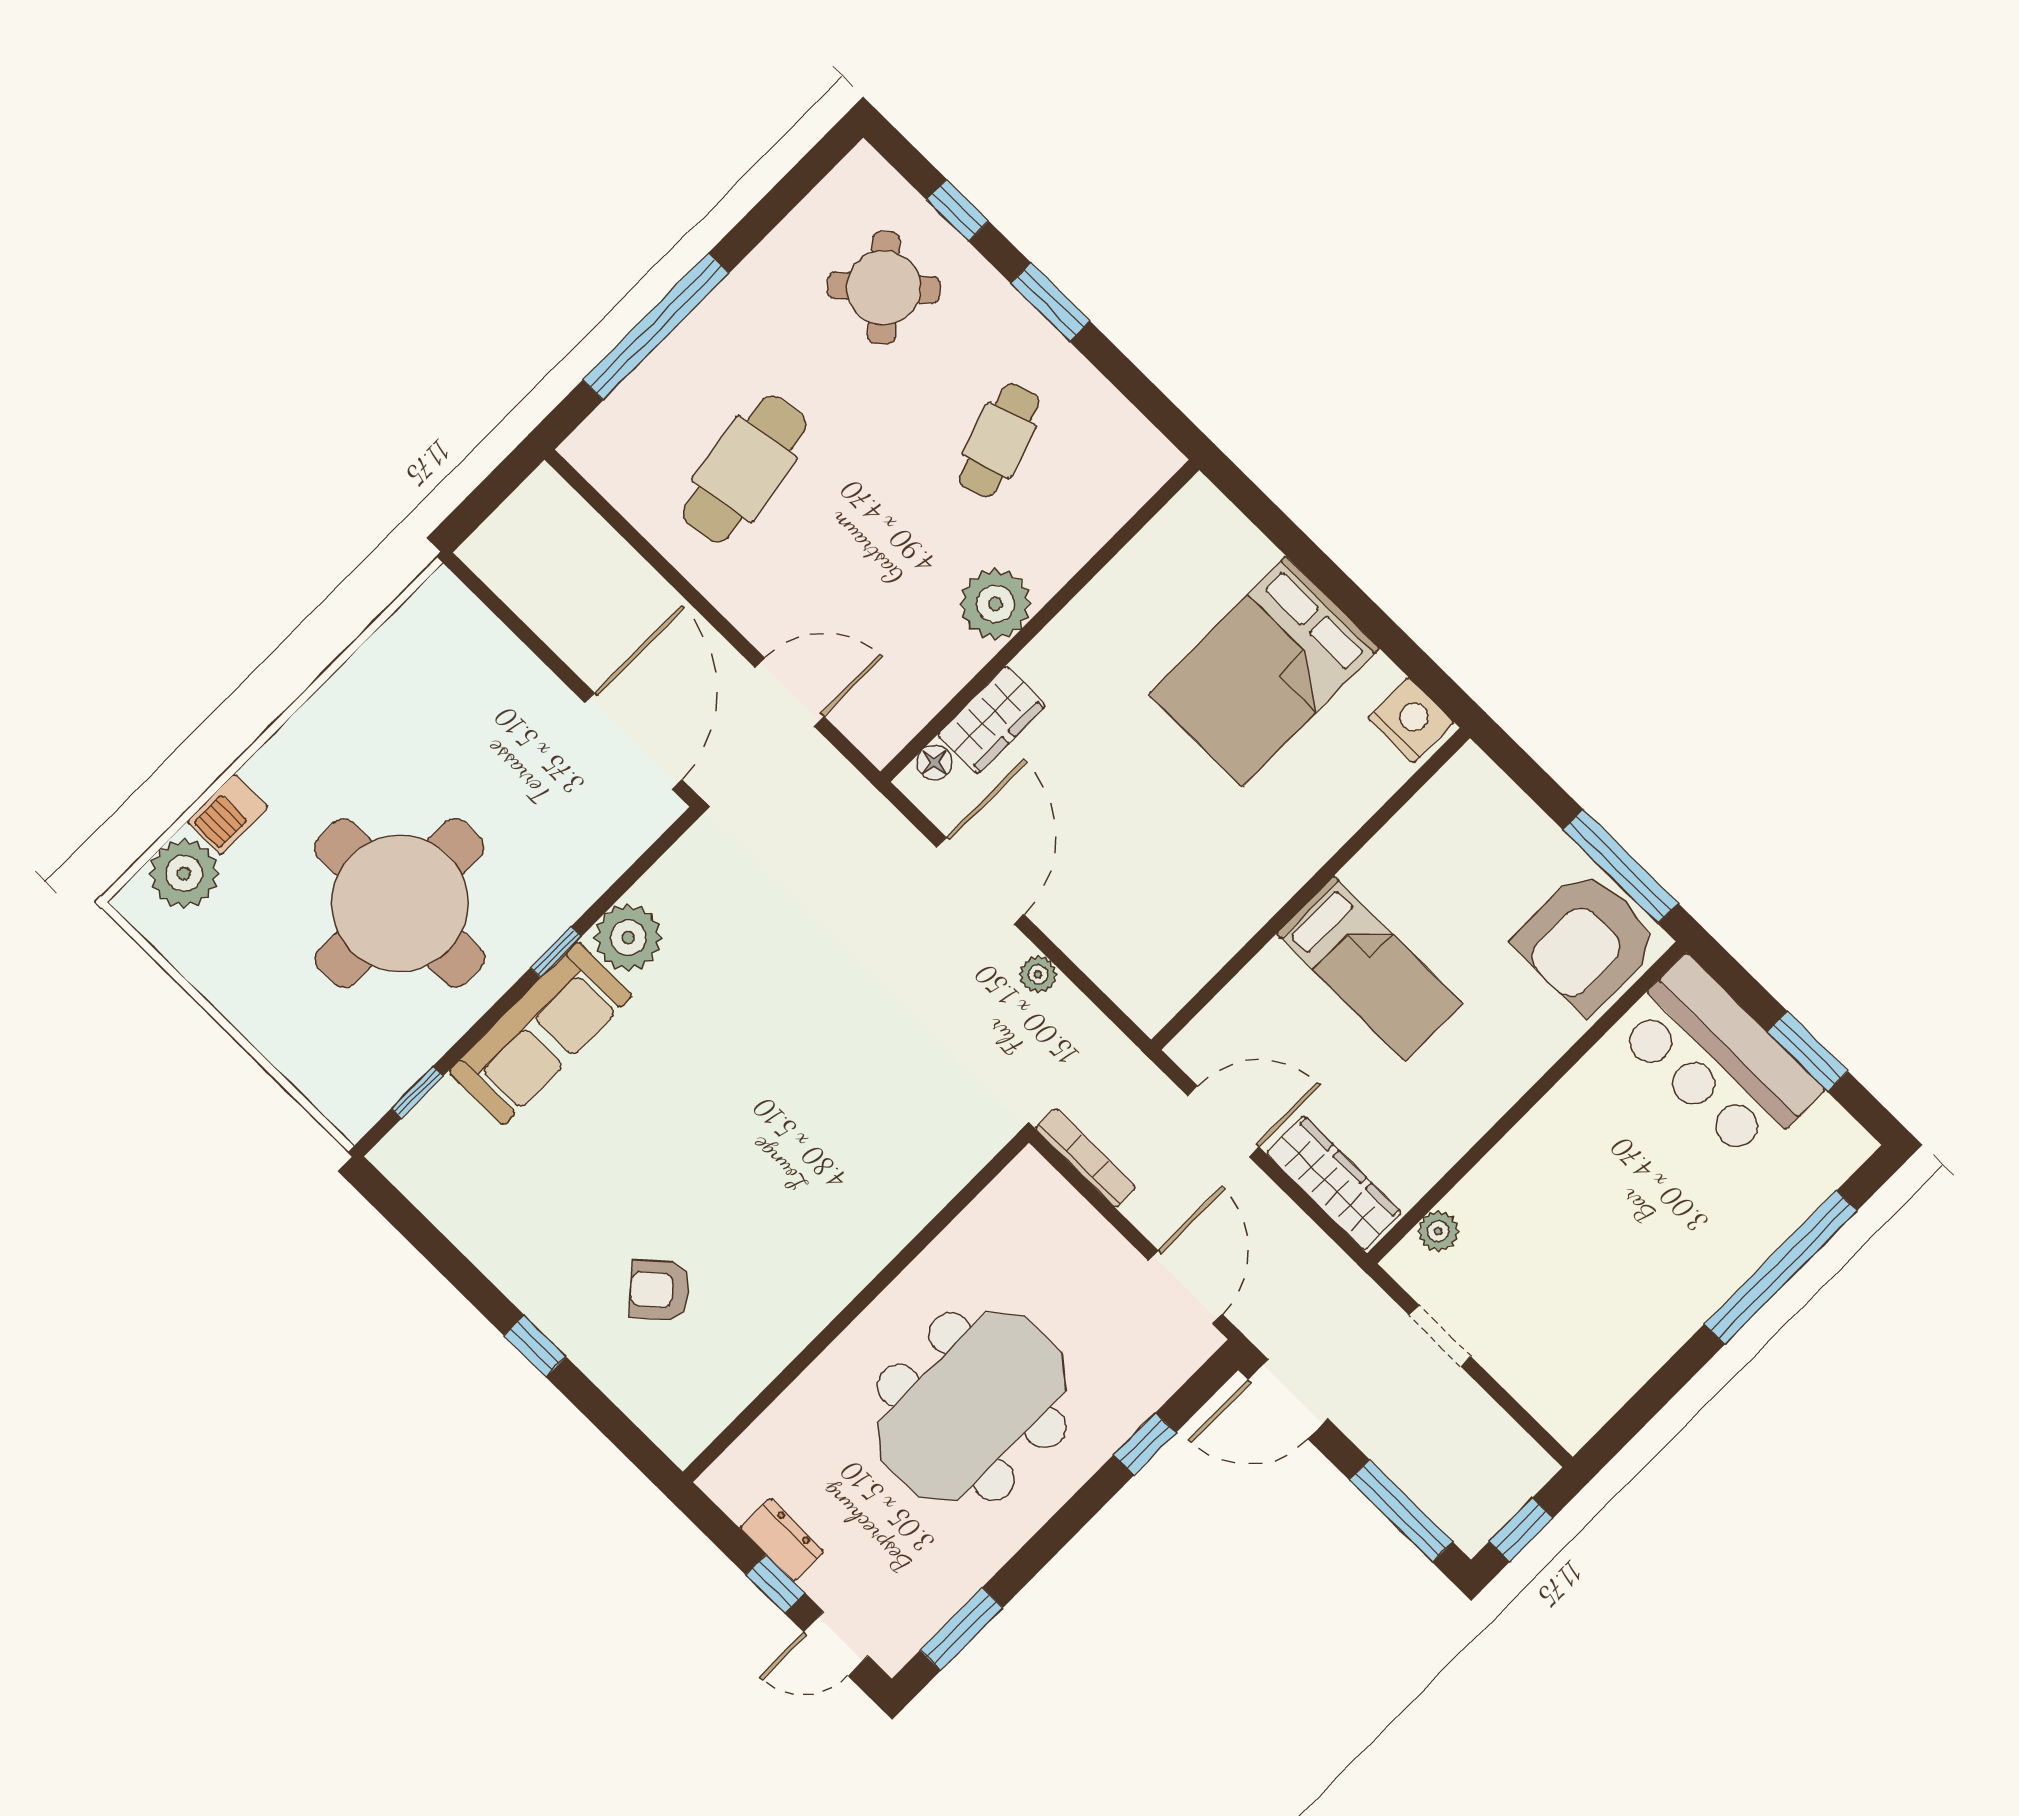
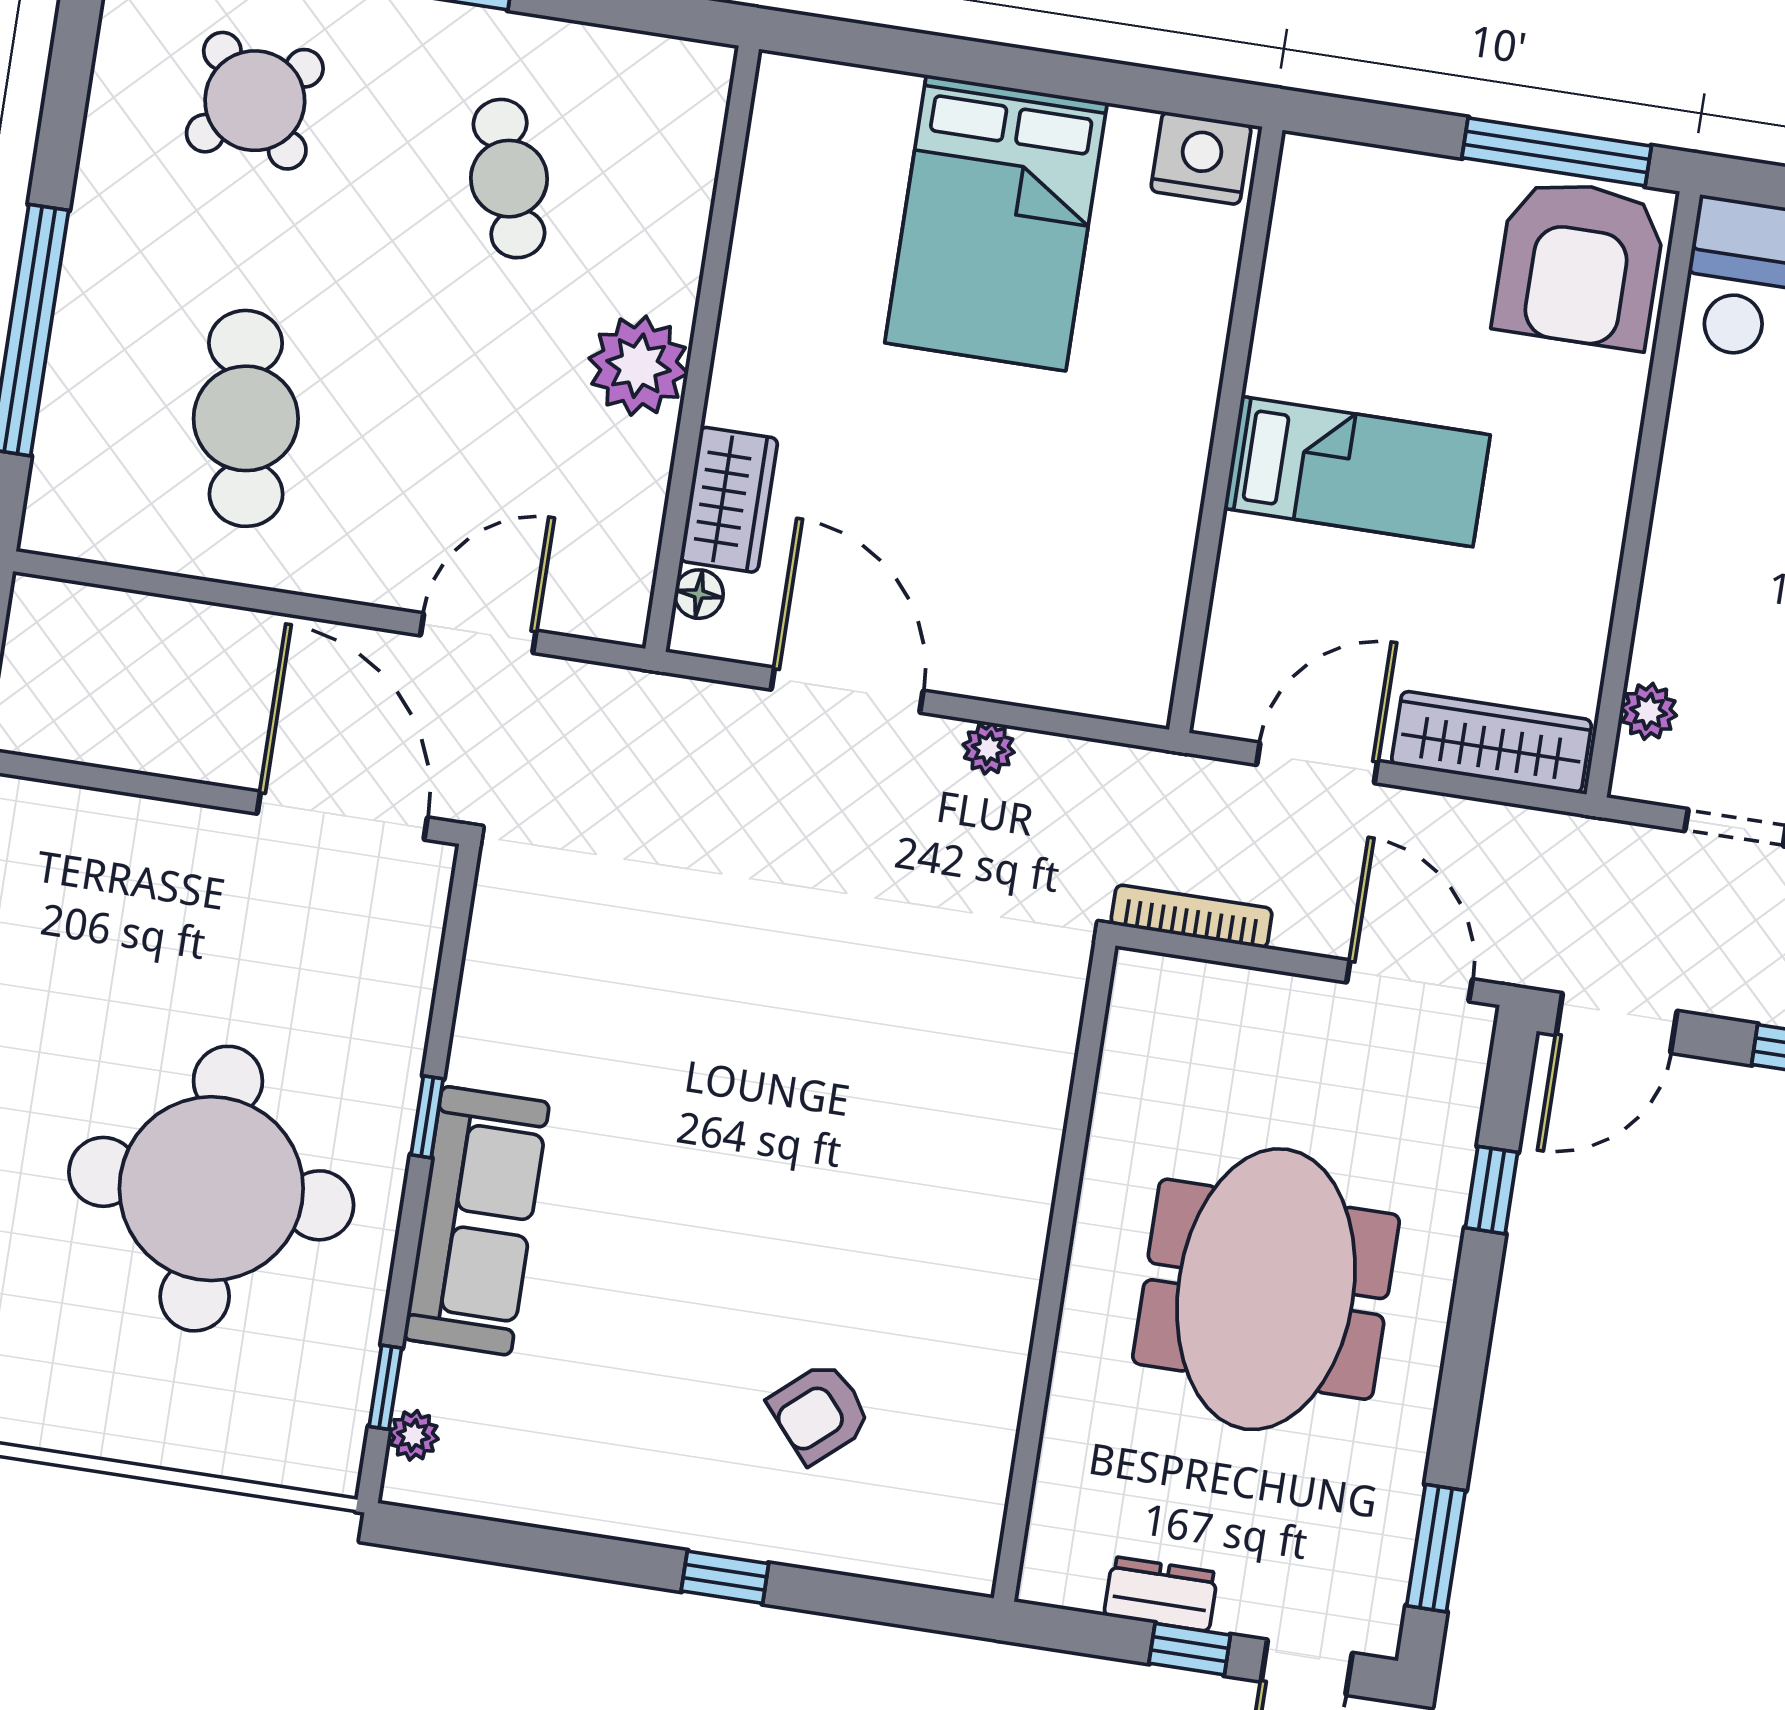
plant: (628, 938) -> (413, 1435), moved, width x0.53, depth x0.53

